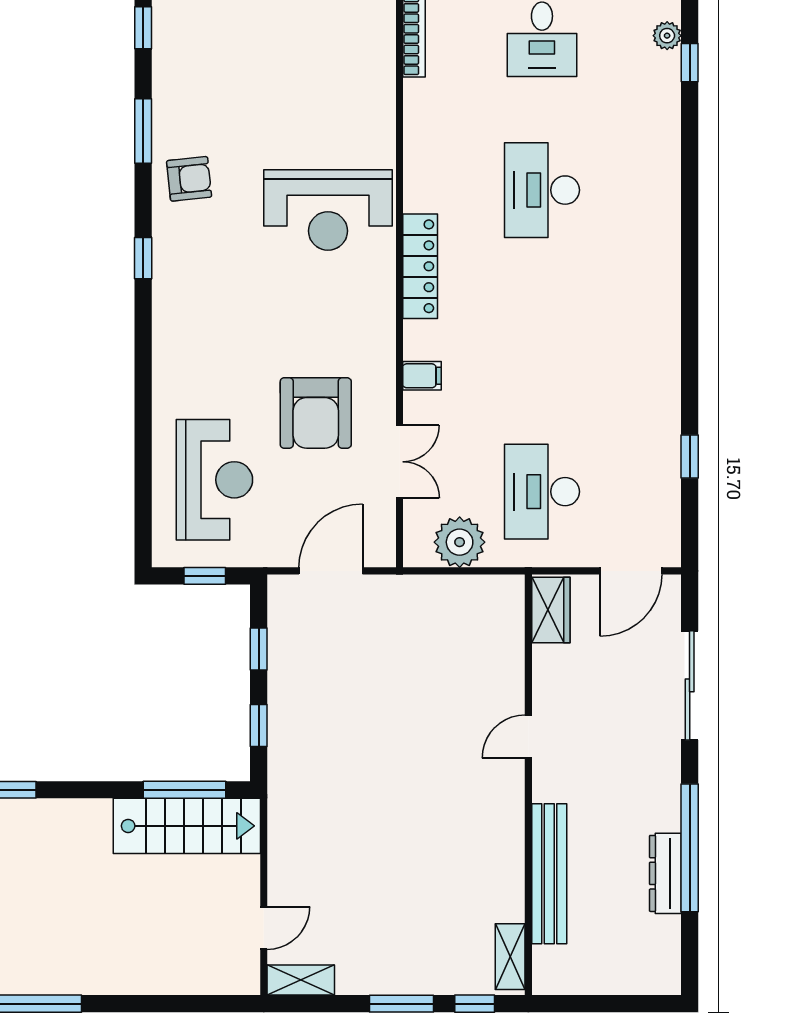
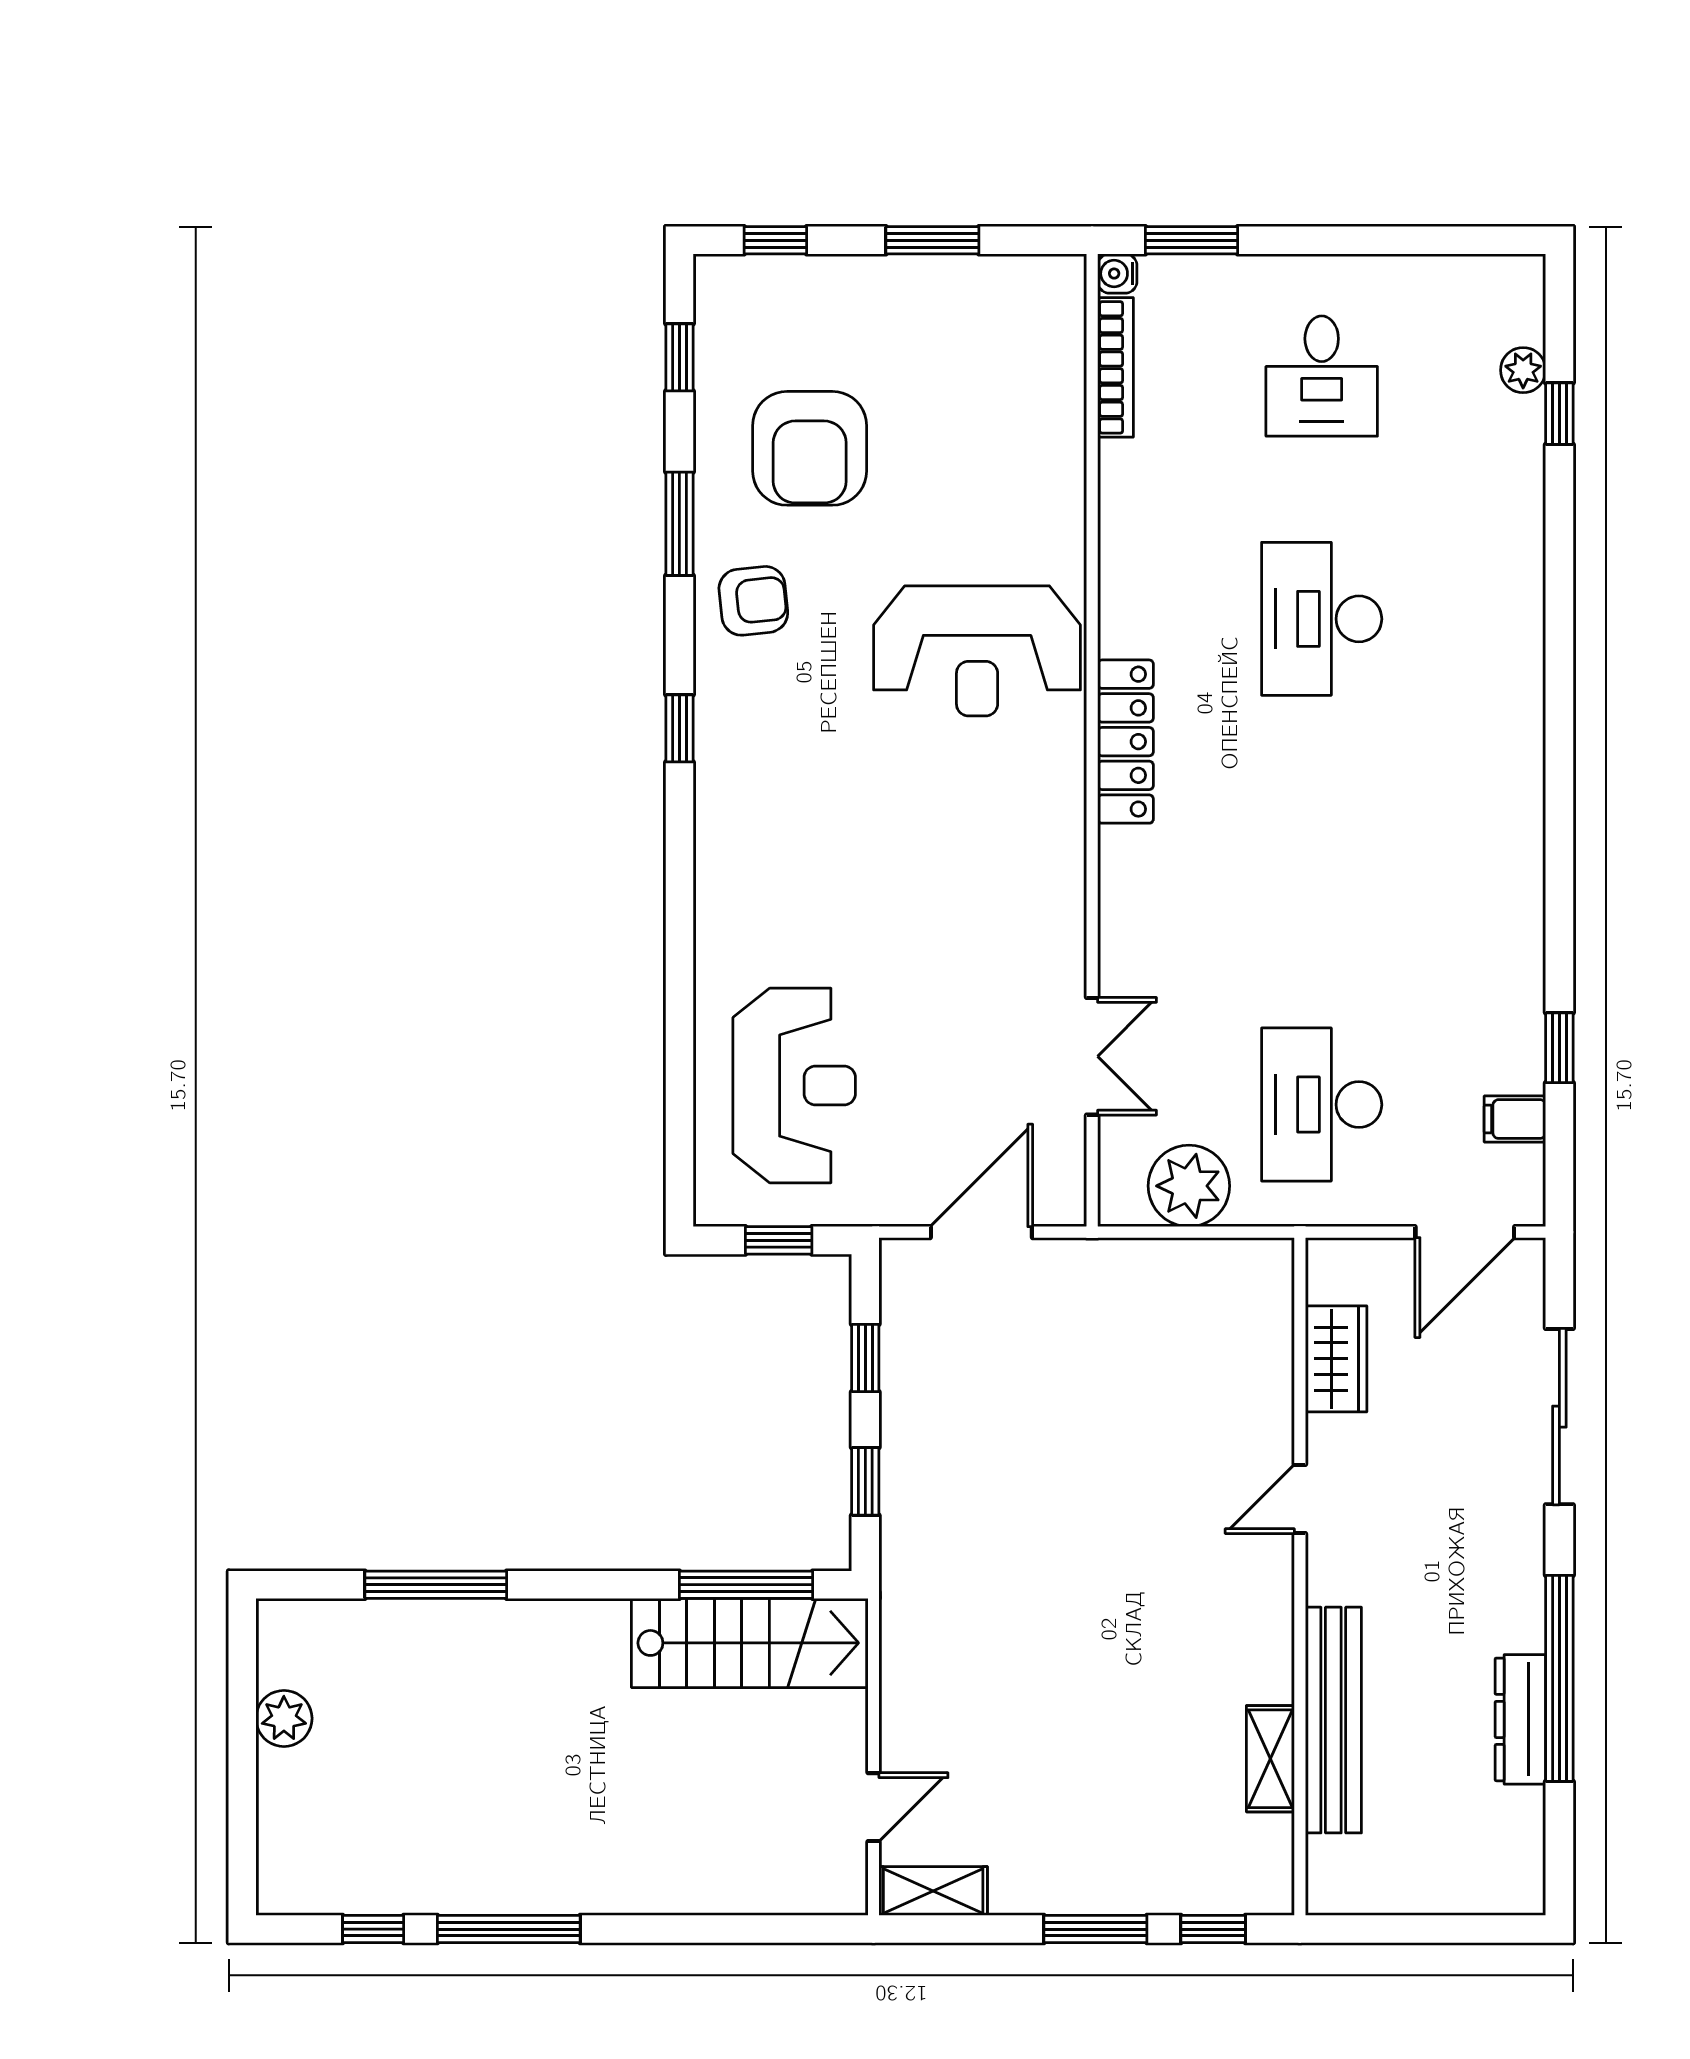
filing cabinet: (422, 376) -> (1515, 1119), moved, turned 180
armchair: (316, 413) -> (810, 448), moved
wardrobe: (551, 610) -> (1336, 1359), moved
shelving: (510, 957) -> (1270, 1759), moved

